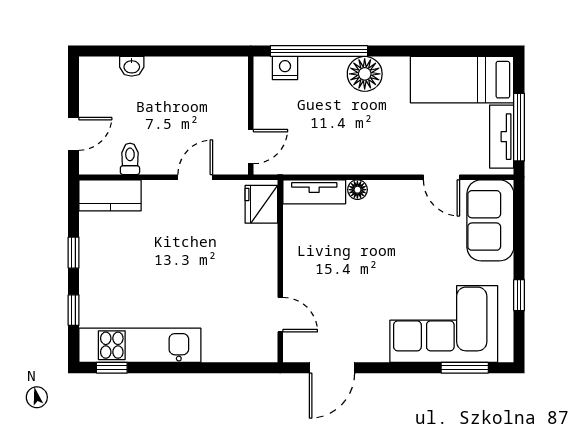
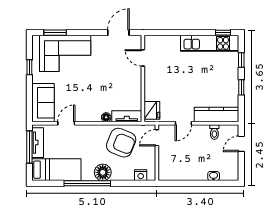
window: (319, 51) -> (87, 183), moved
armchair: (326, 136) -> (121, 143), added
door: (441, 177) -> (66, 123), hinge flipped
kitchen counter: (110, 195) -> (217, 115), width x1.50

